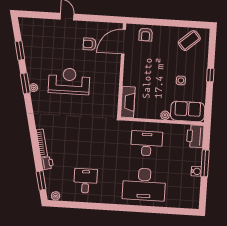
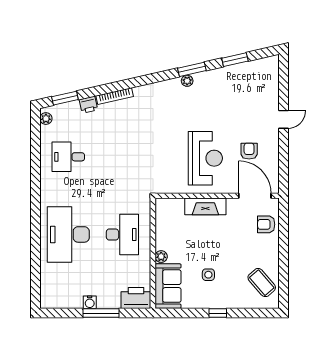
reception desk: (69, 81) -> (205, 158), moved
fireplace: (128, 102) -> (205, 206), moved
desk: (85, 181) -> (68, 157), turned 180

